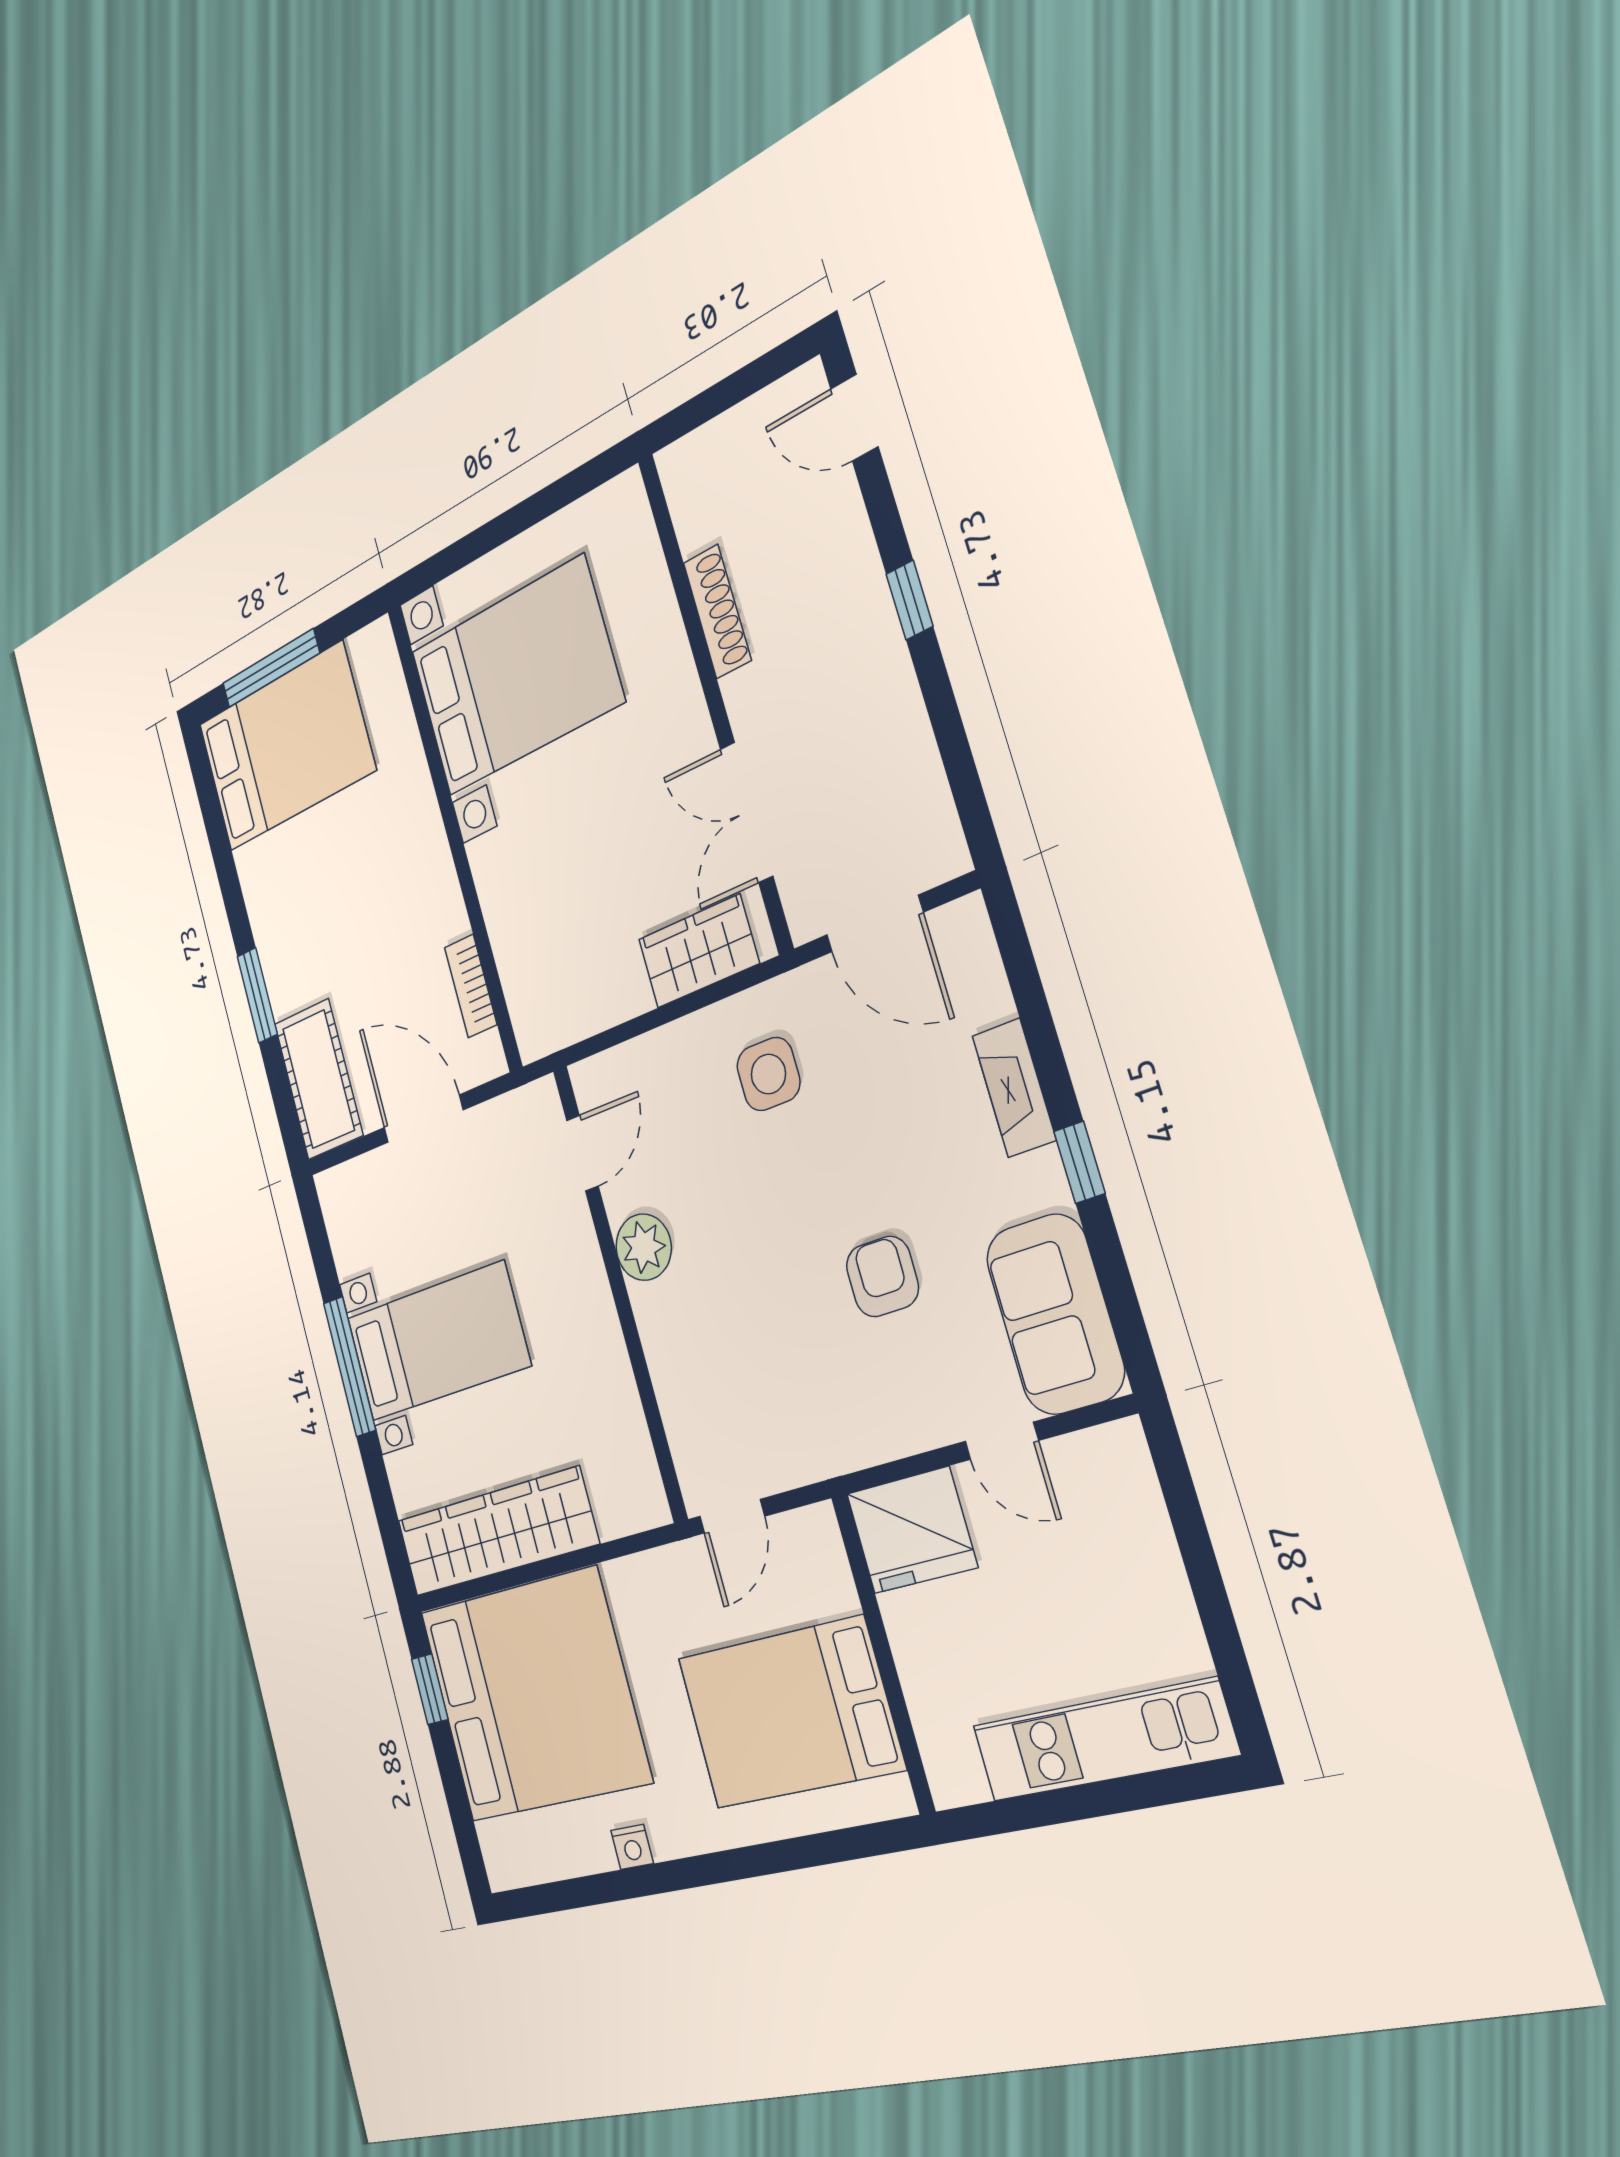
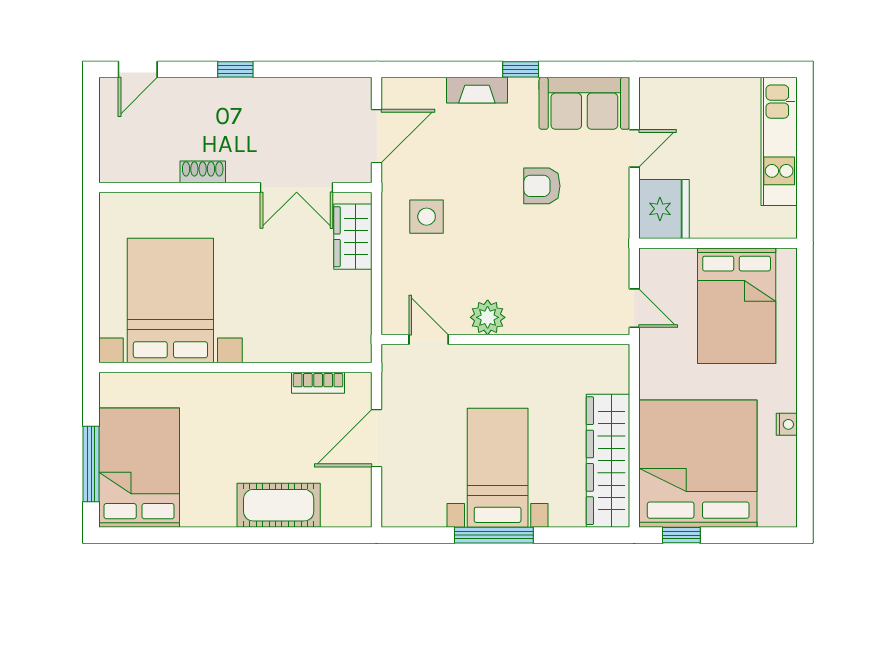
shoe rack: (717, 611) -> (203, 172), width x0.70
window: (257, 995) -> (268, 535), removed
cot: (318, 1079) -> (279, 505), moved

